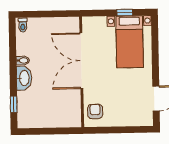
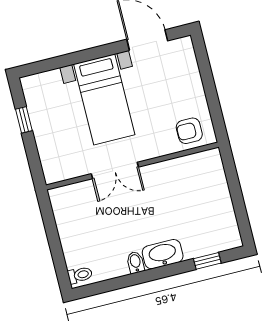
bed with nightstands: (130, 42) -> (104, 99), moved, turned 90
double door: (81, 61) -> (115, 170), width x0.54

